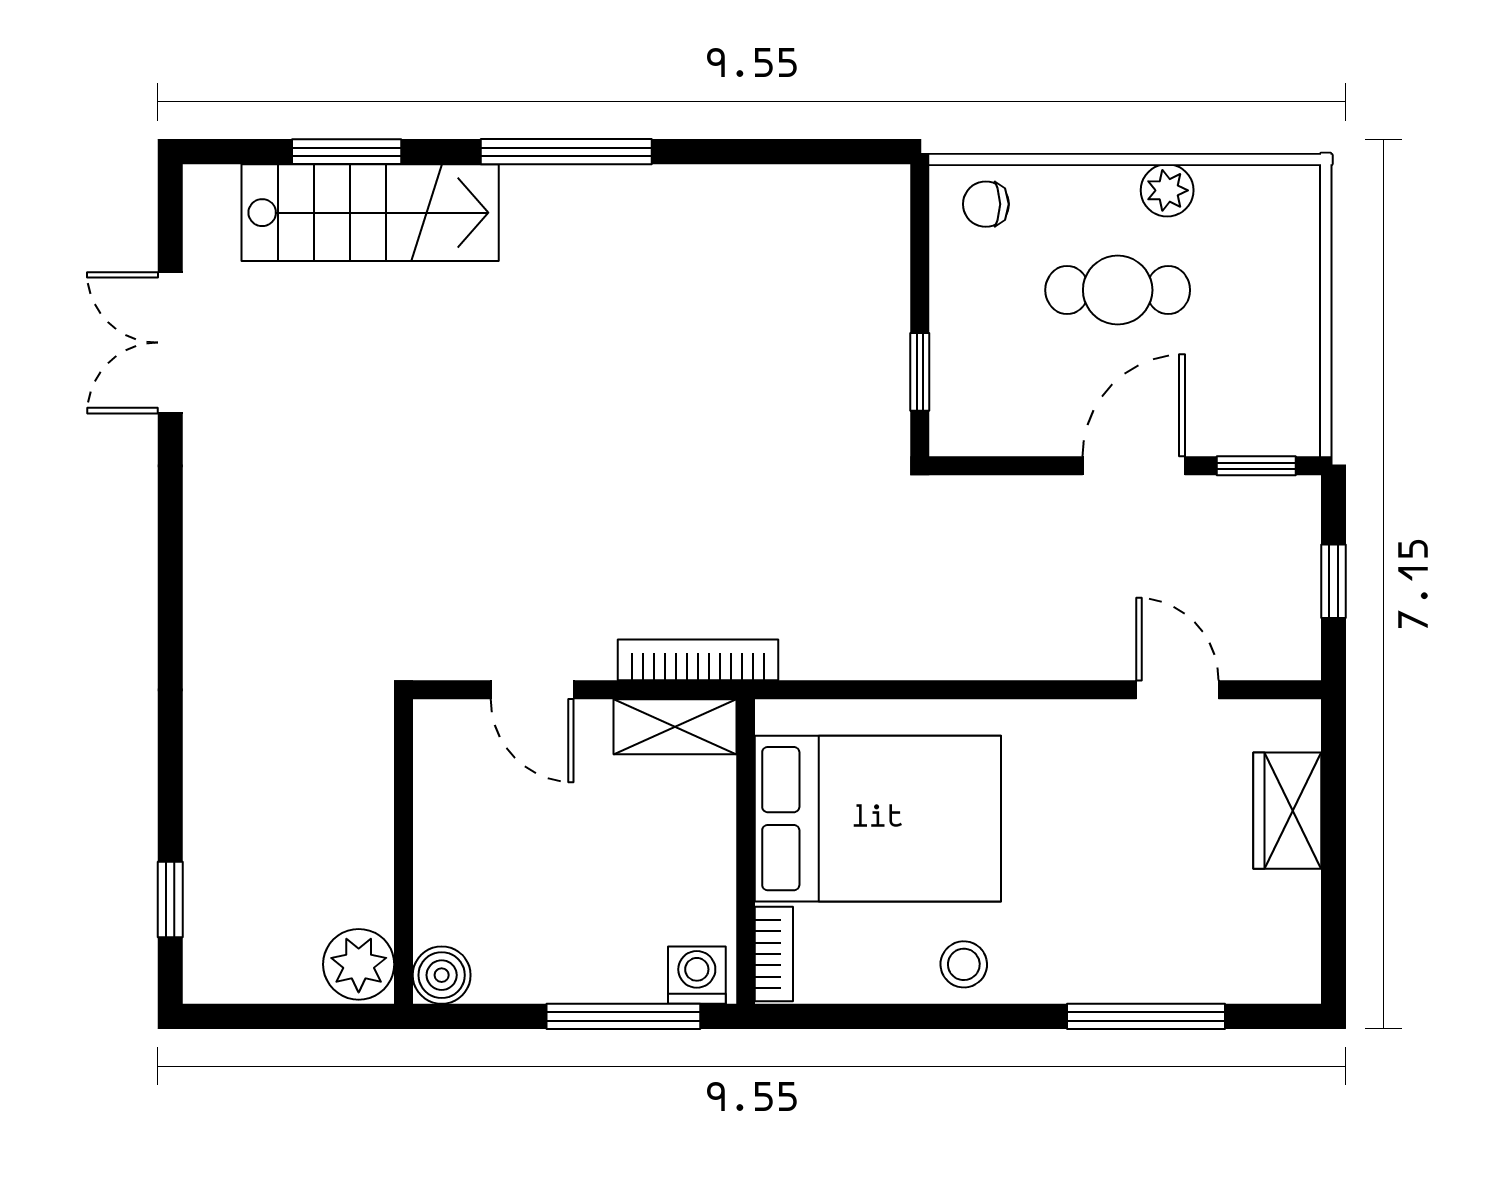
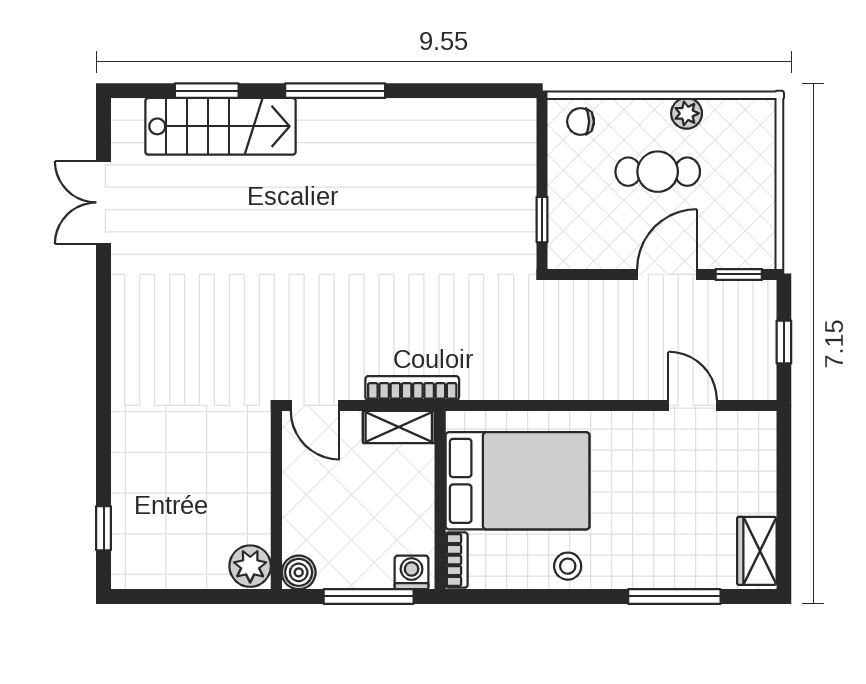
wardrobe: (1287, 811) -> (757, 551), moved
wall: (403, 852) -> (276, 500), moved
plant: (359, 964) -> (250, 566), moved
boiler: (442, 975) -> (299, 572), moved

